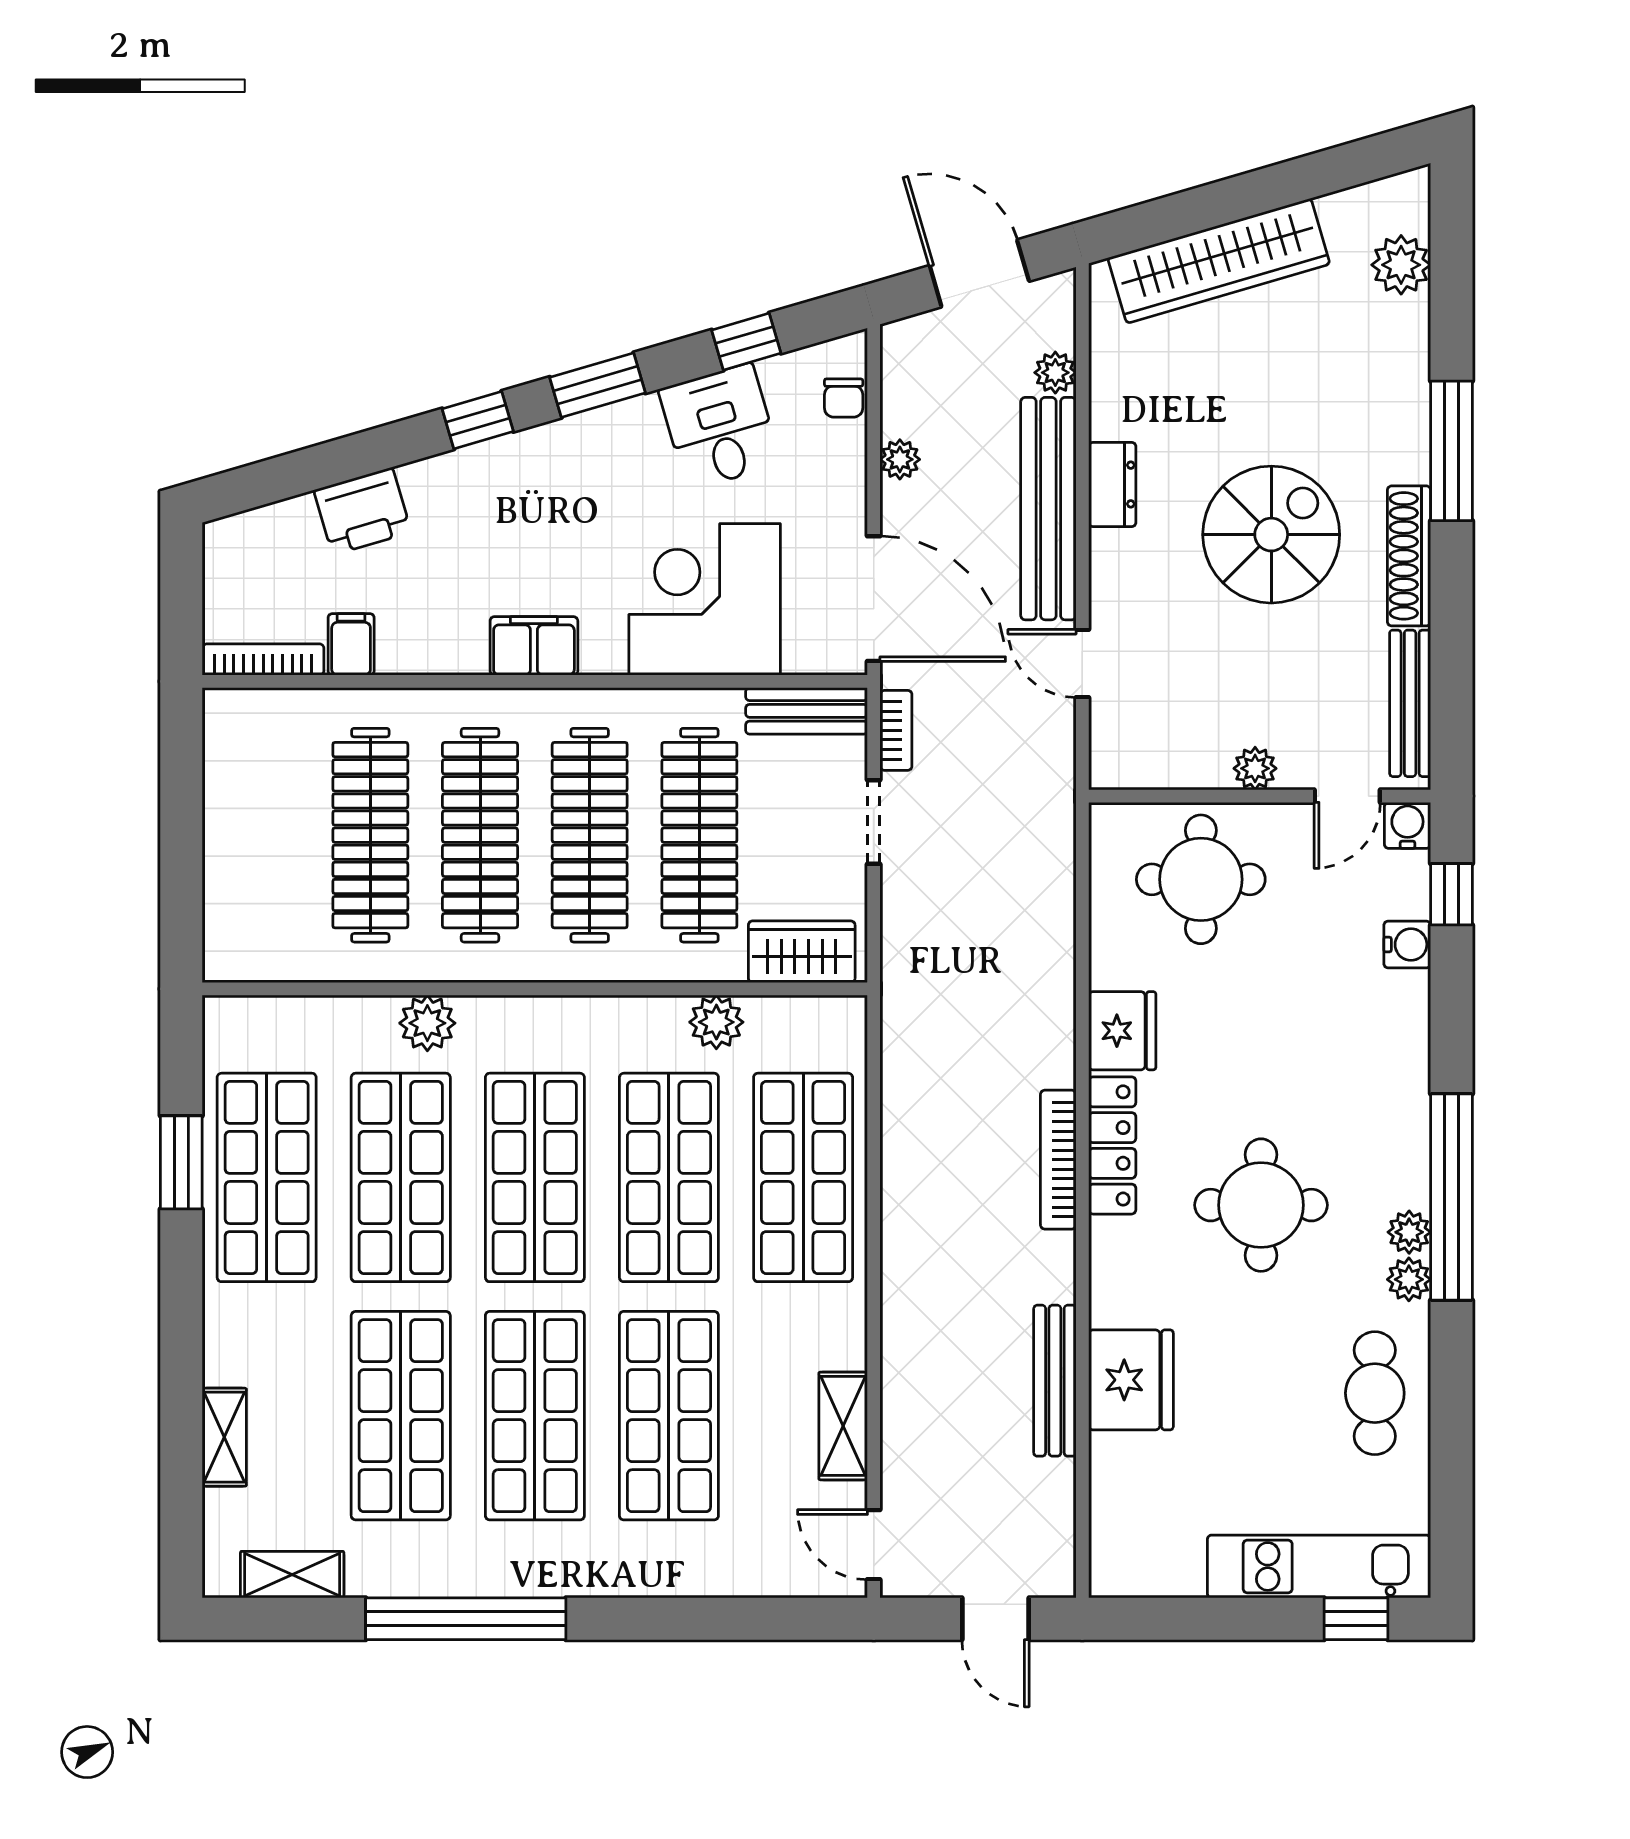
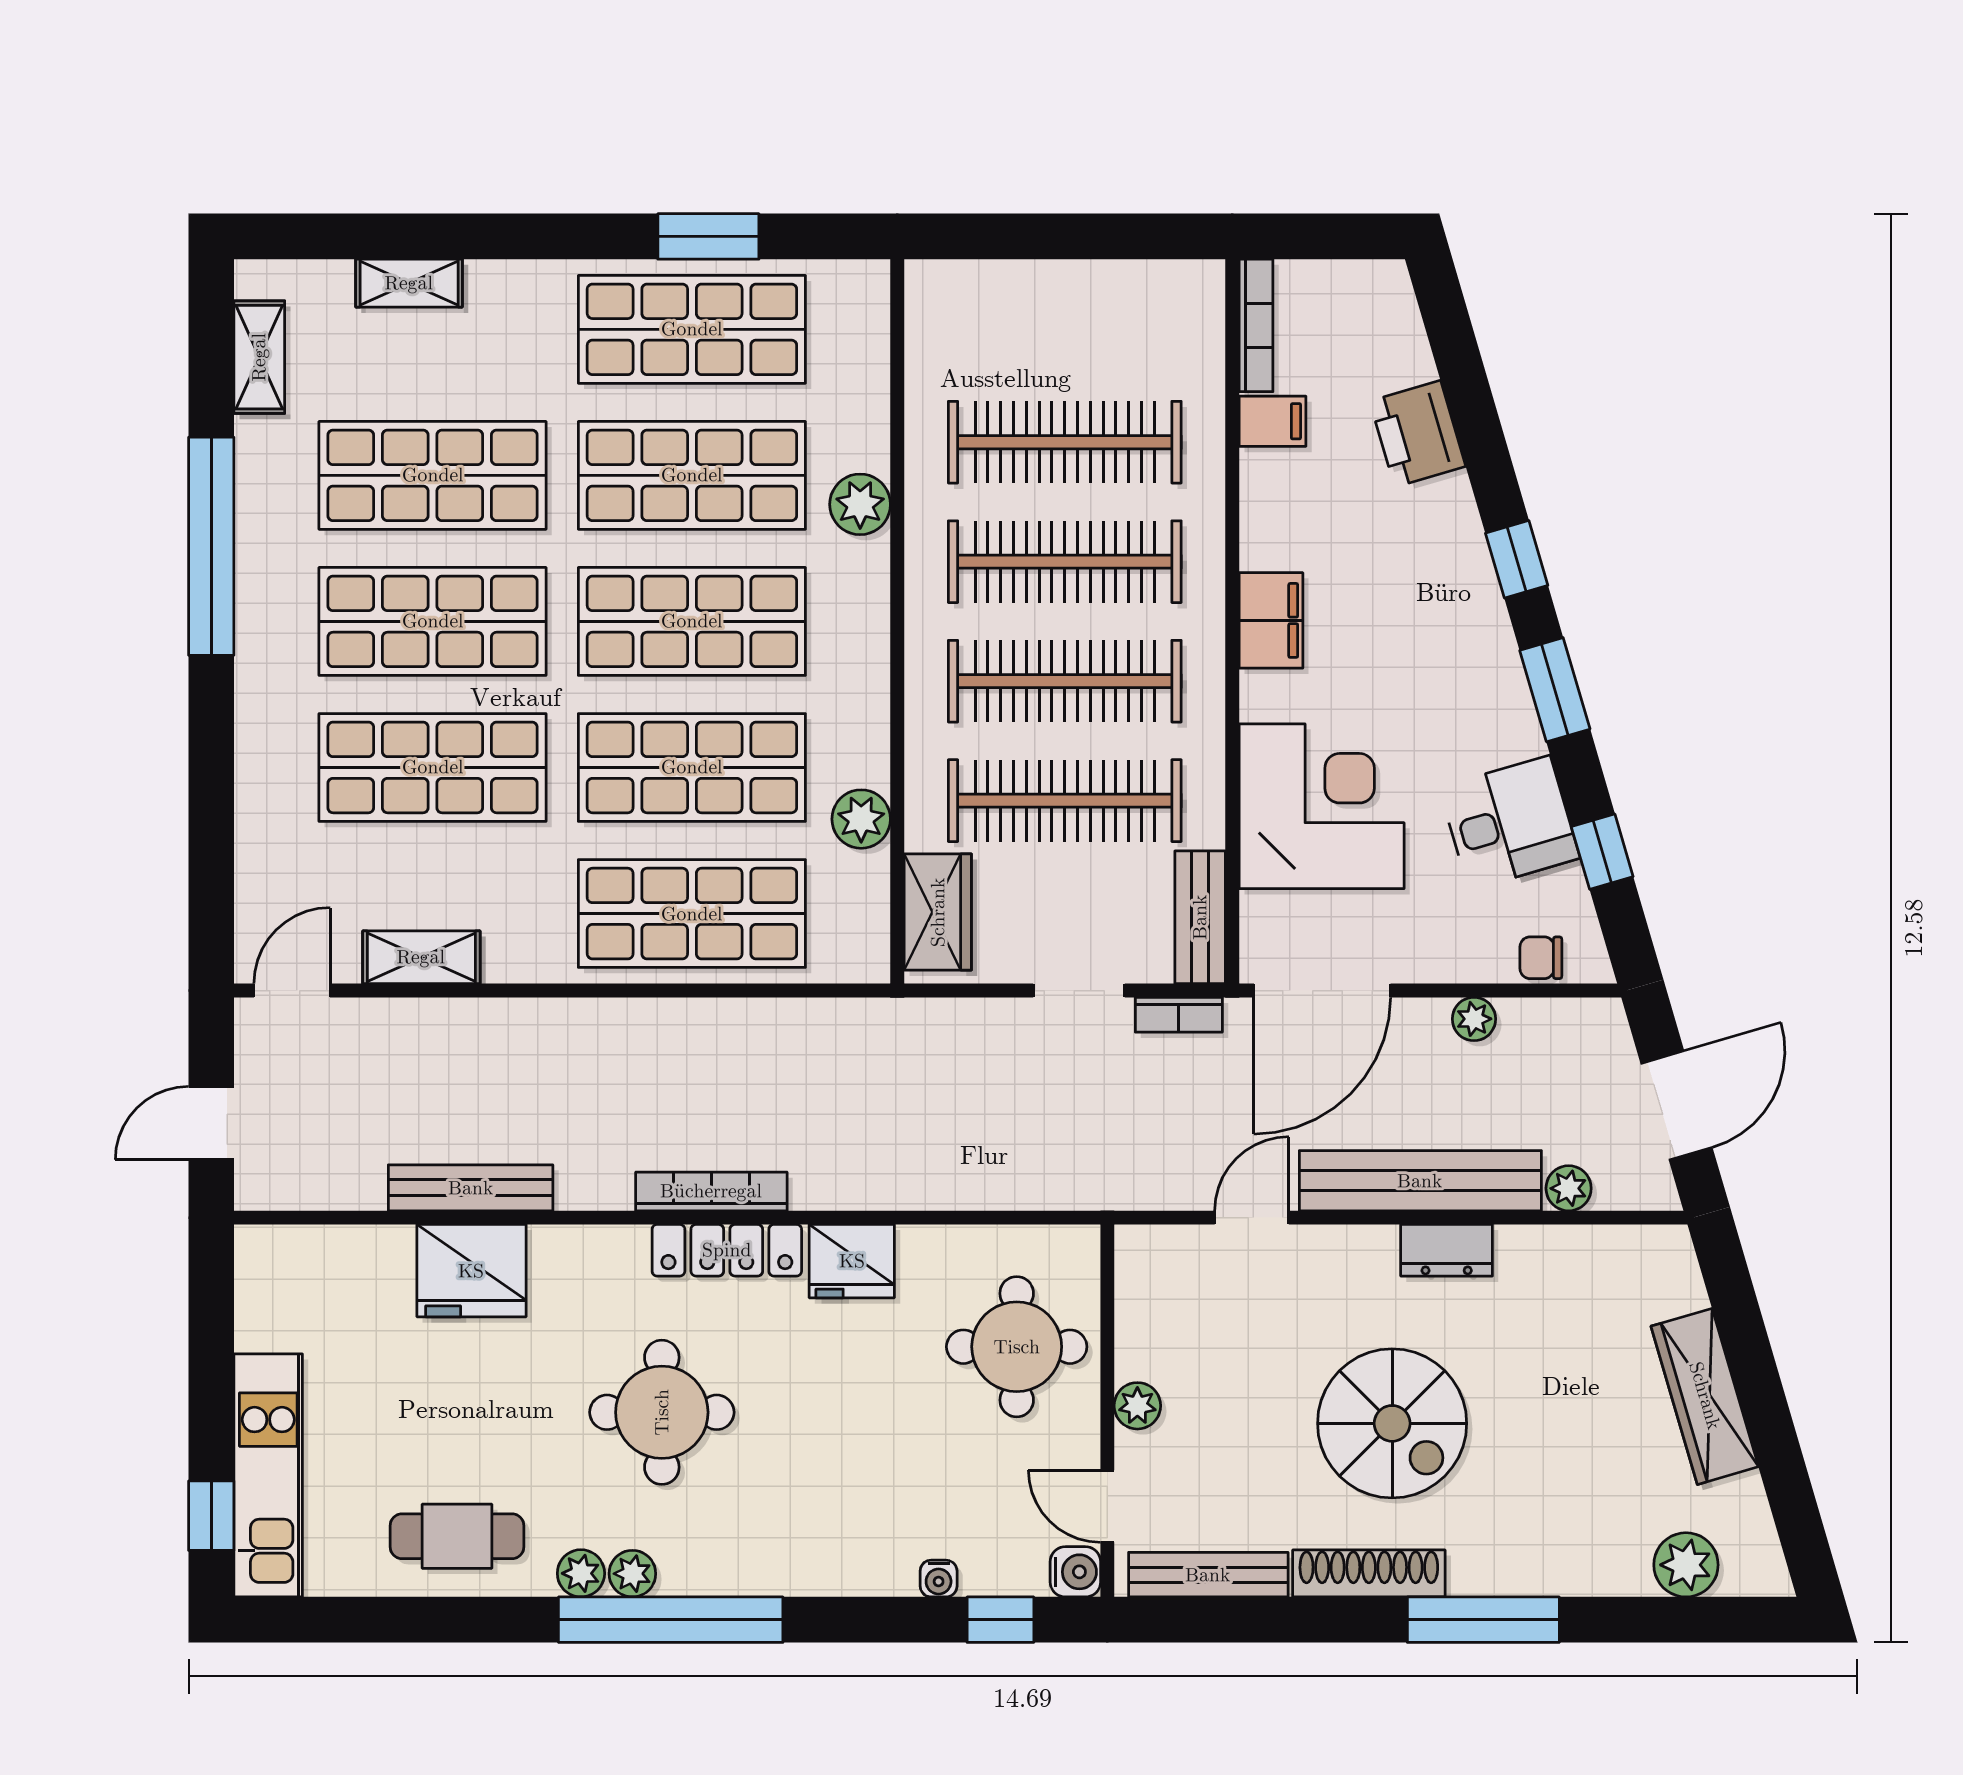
wardrobe: (1219, 261) -> (1705, 1396), width x0.71, depth x0.85
water cooler: (1407, 945) -> (939, 1579), width x0.72, depth x0.72

